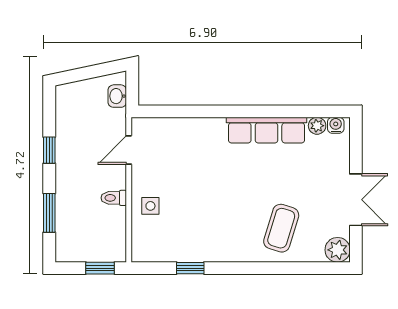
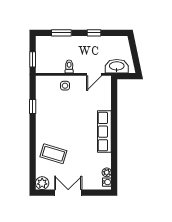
washbasin: (117, 96) -> (117, 66), width x1.91, depth x1.45
row of seats: (266, 130) -> (104, 132), moved
door: (129, 150) -> (94, 74), swing flipped
double door: (356, 200) -> (68, 193), swing flipped

